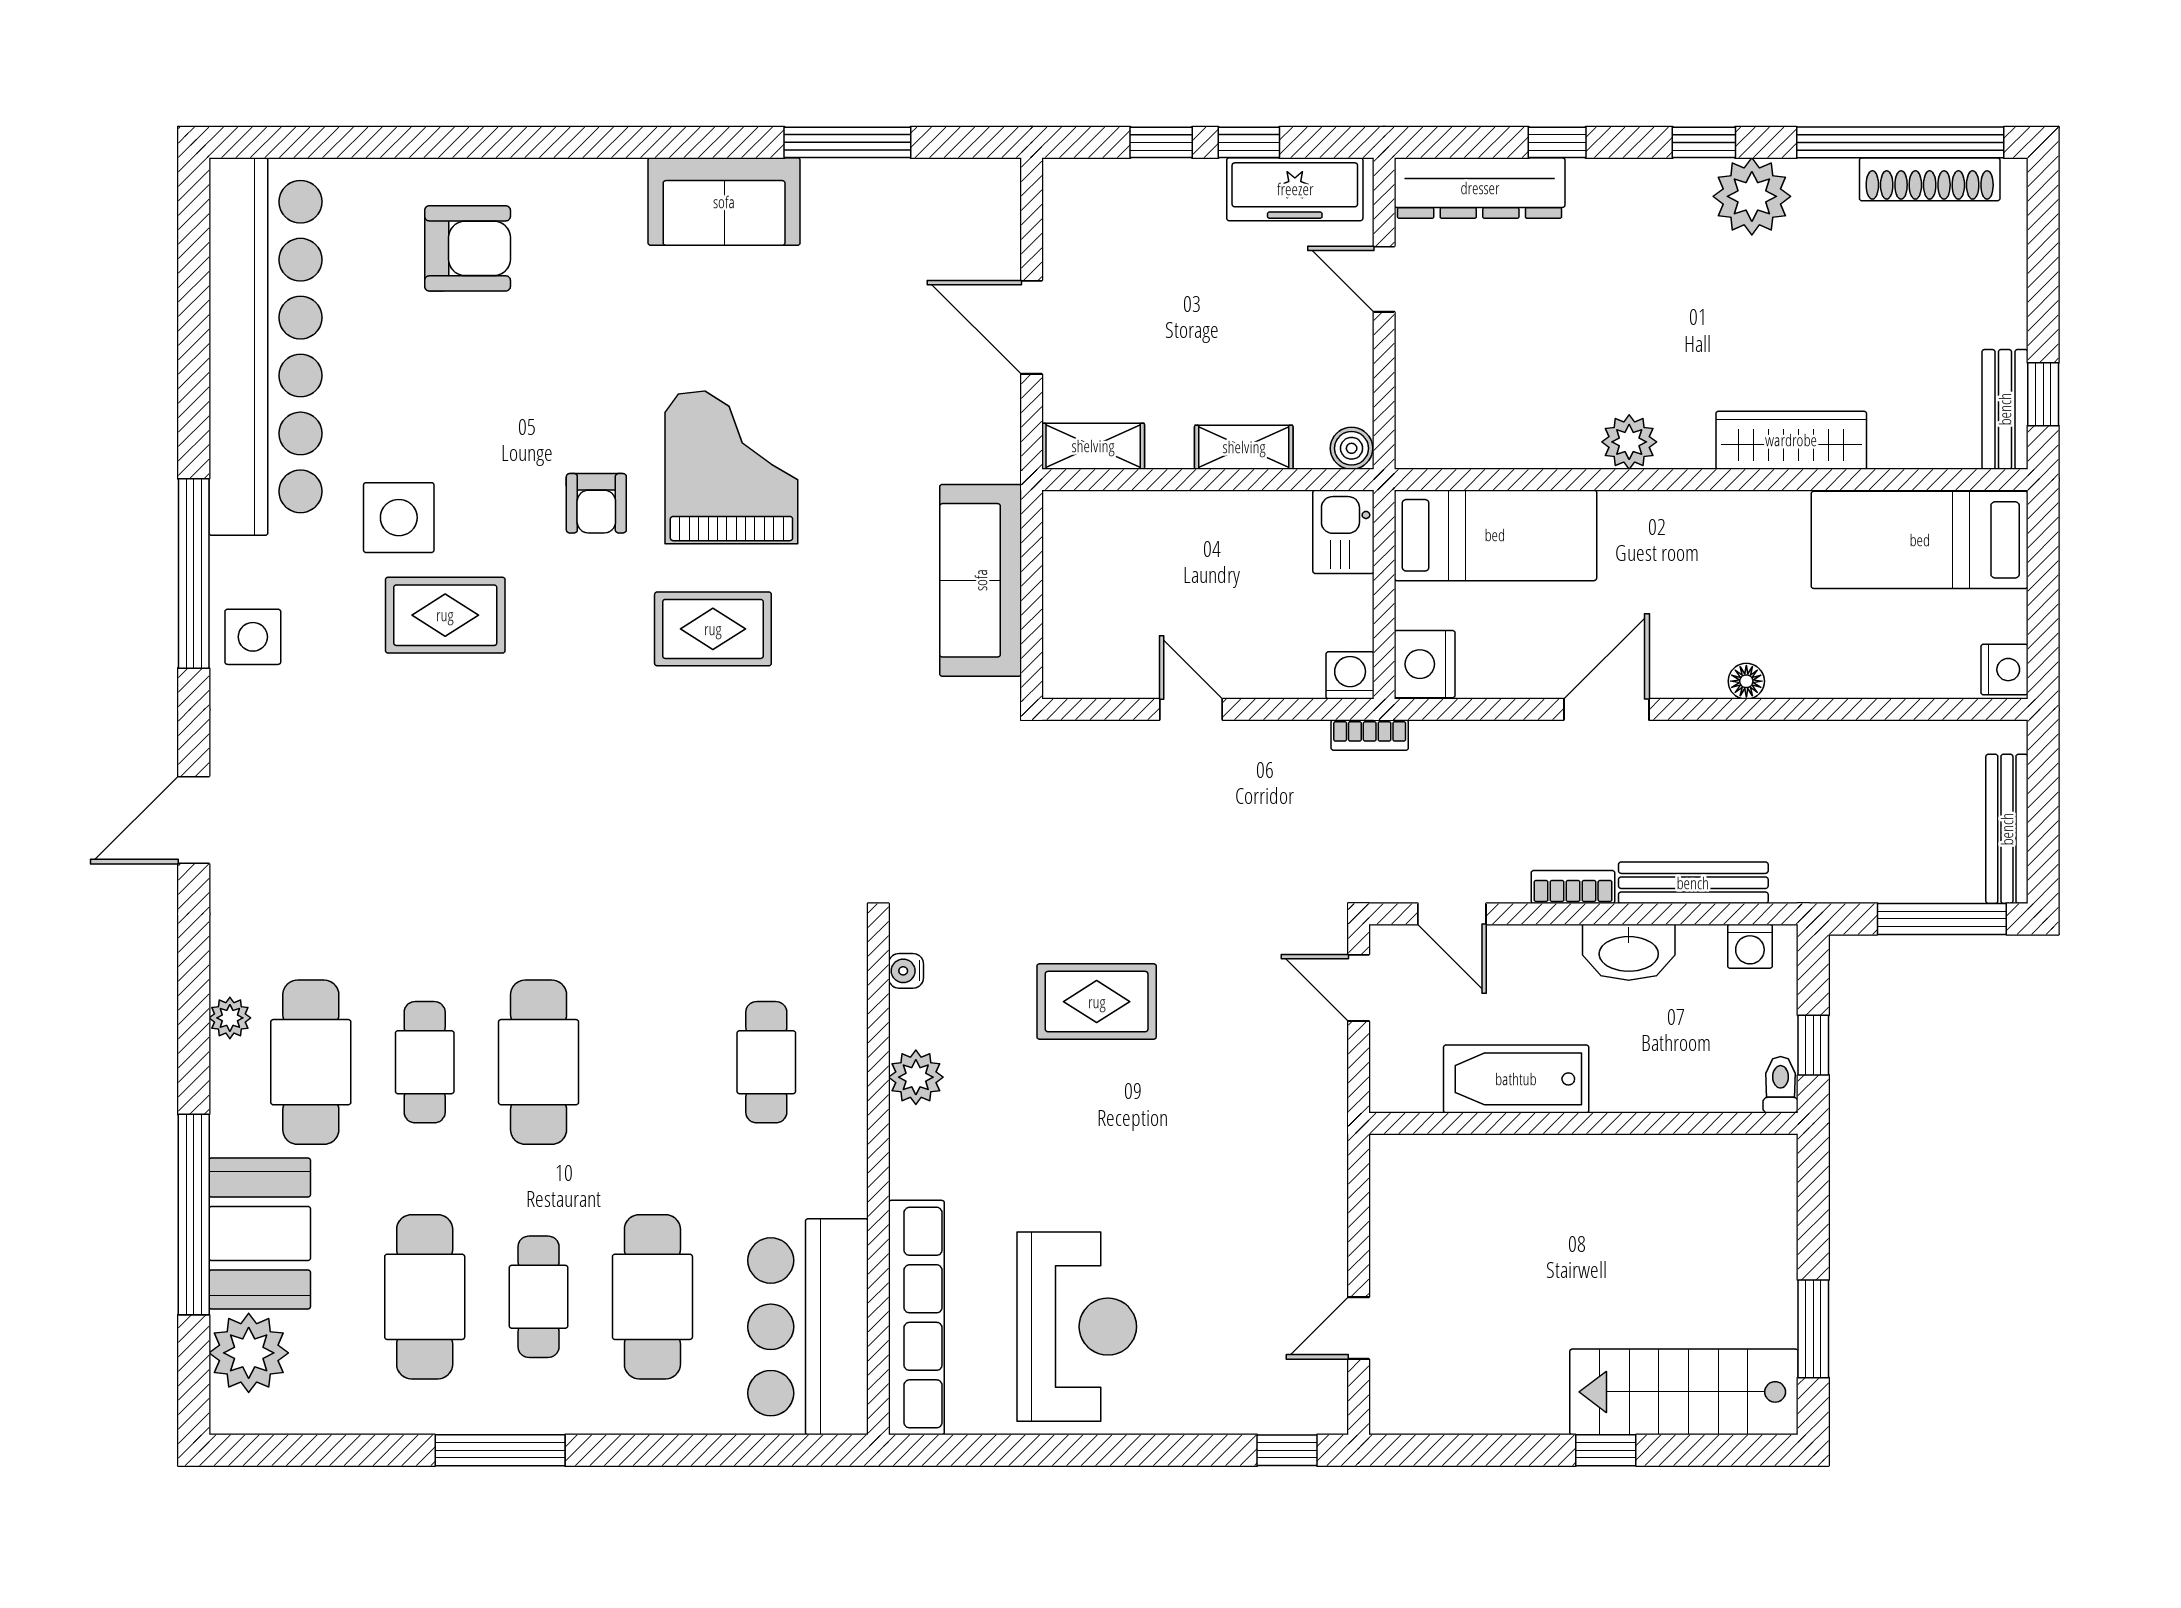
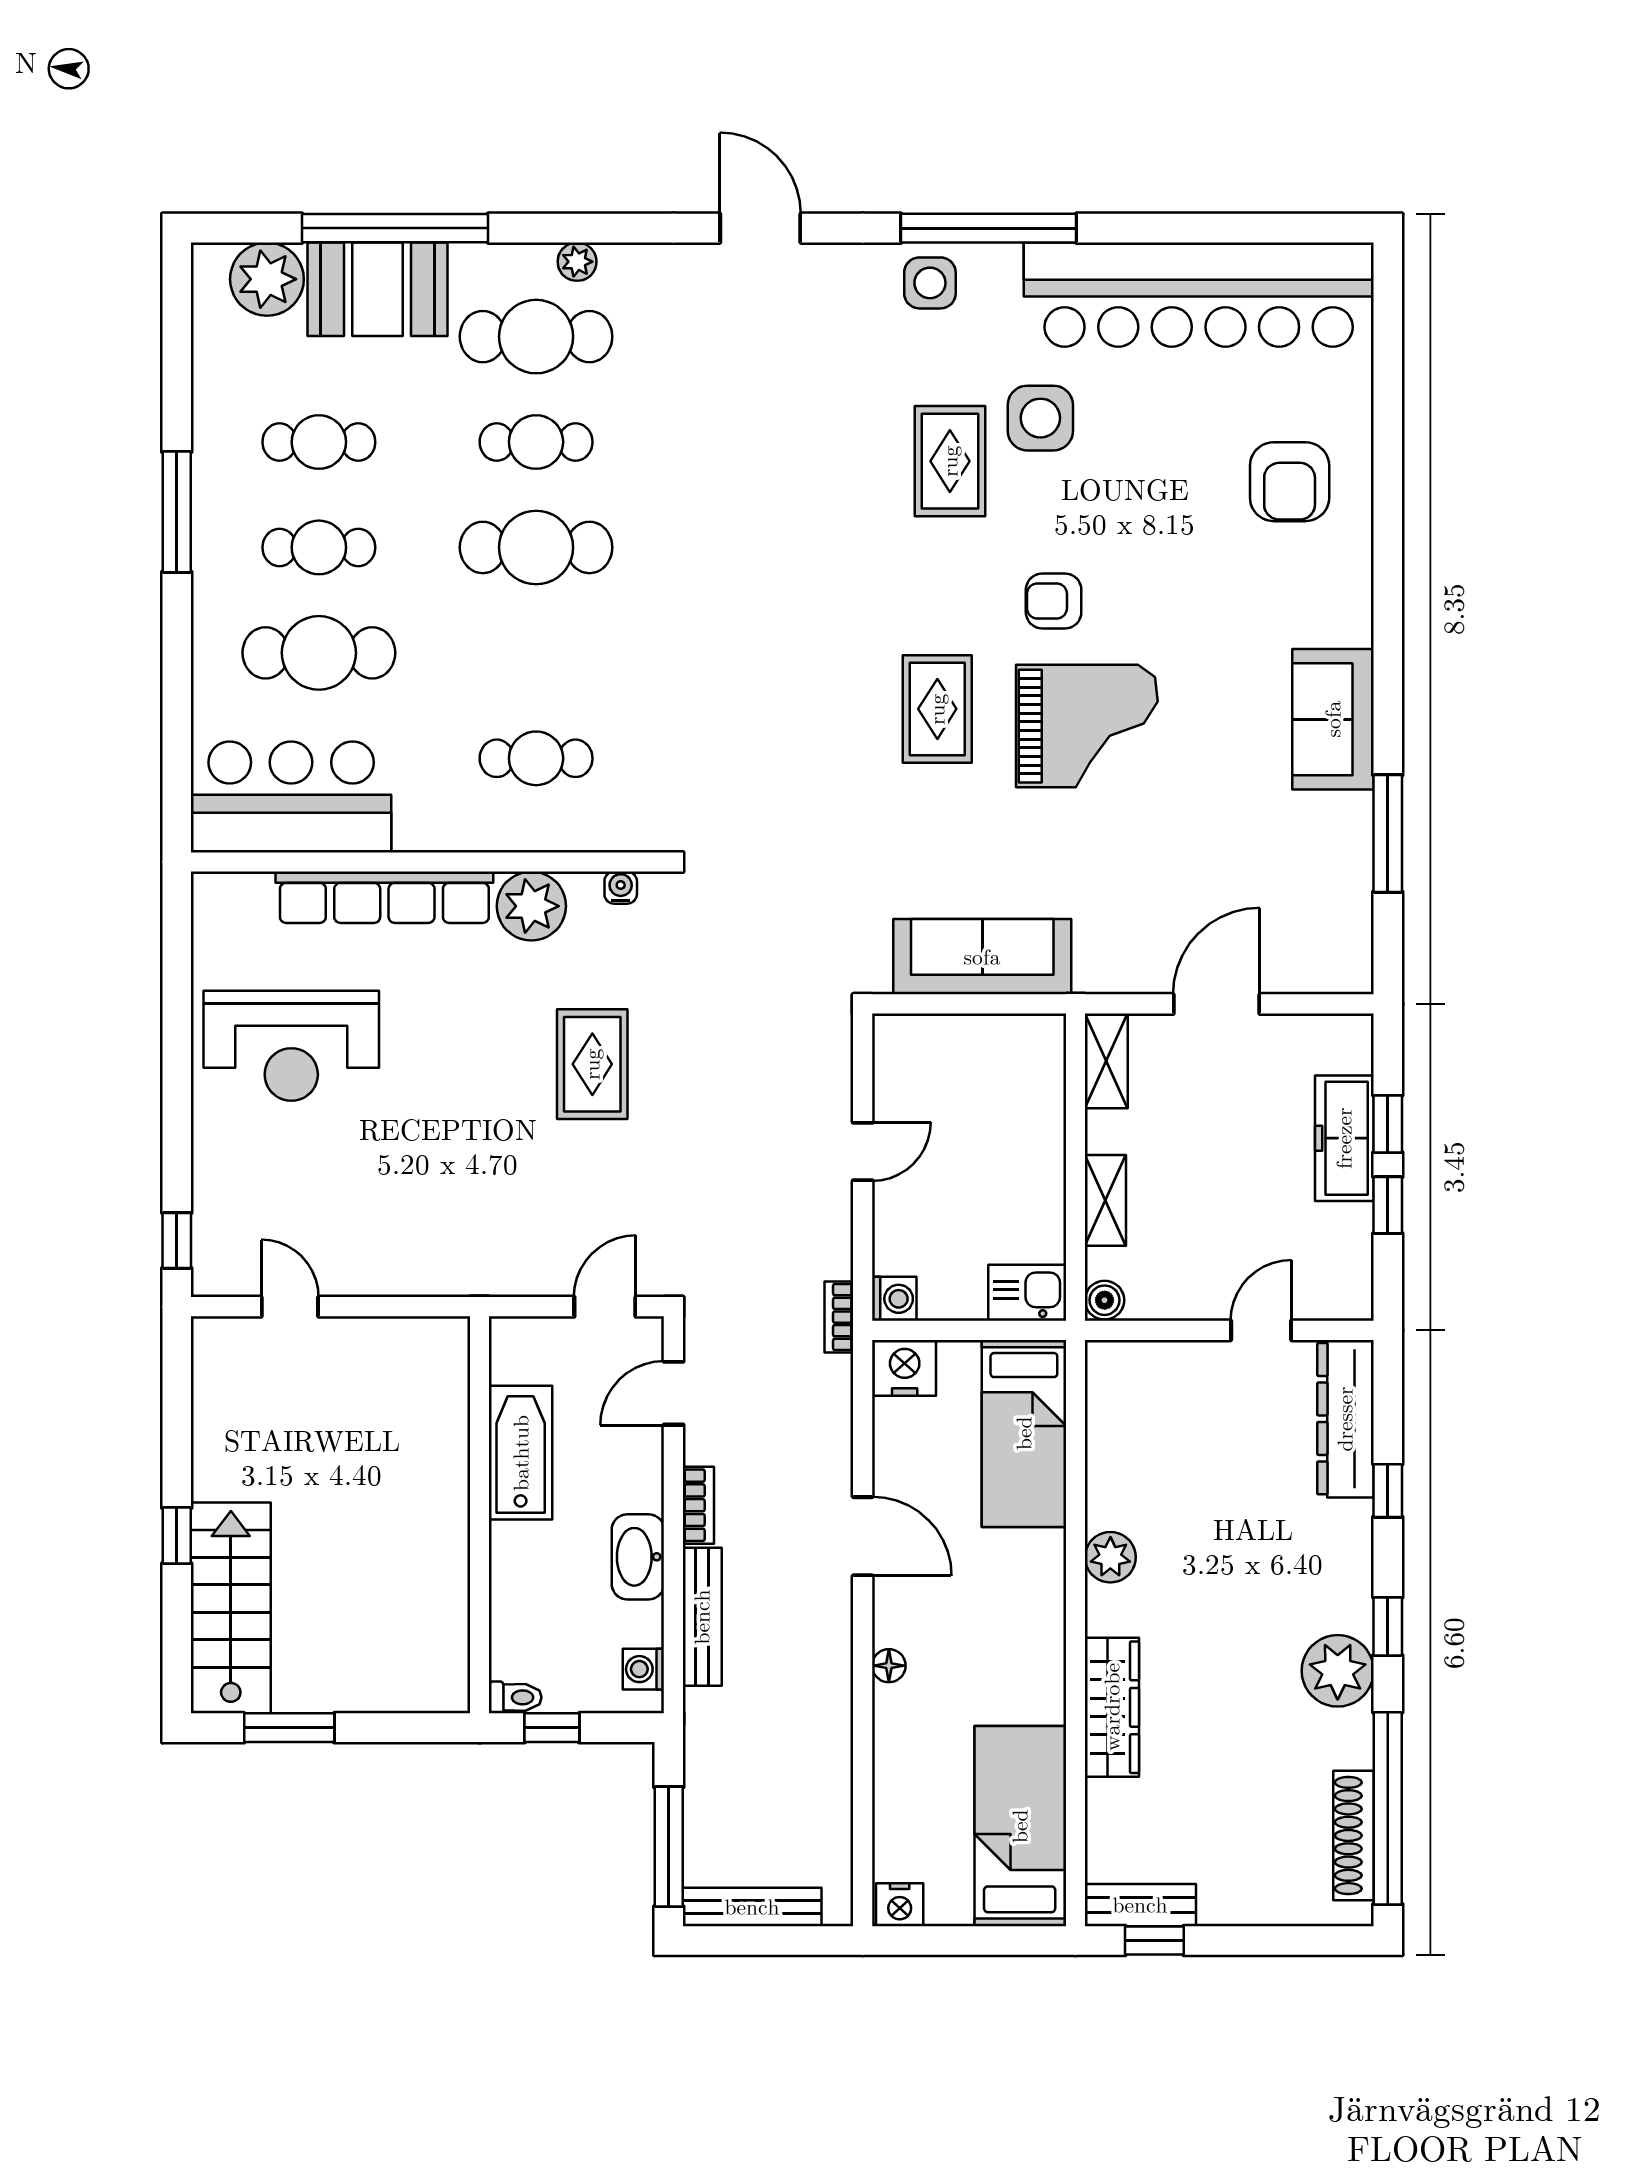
freezer: (1295, 189) -> (1344, 1138), moved
plant: (916, 1077) -> (531, 906), width x1.36, depth x1.36
cafe table: (425, 1297) -> (319, 442), width x0.73, depth x0.74
row of seats: (916, 1318) -> (384, 897), moved

